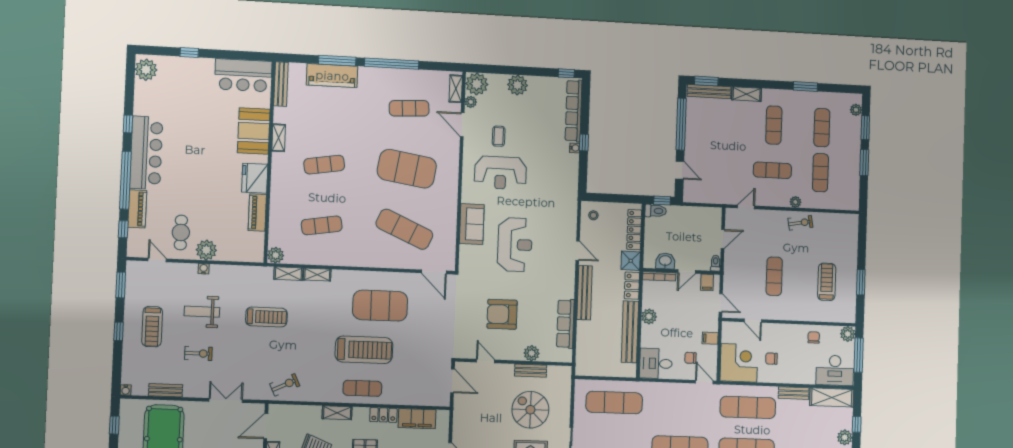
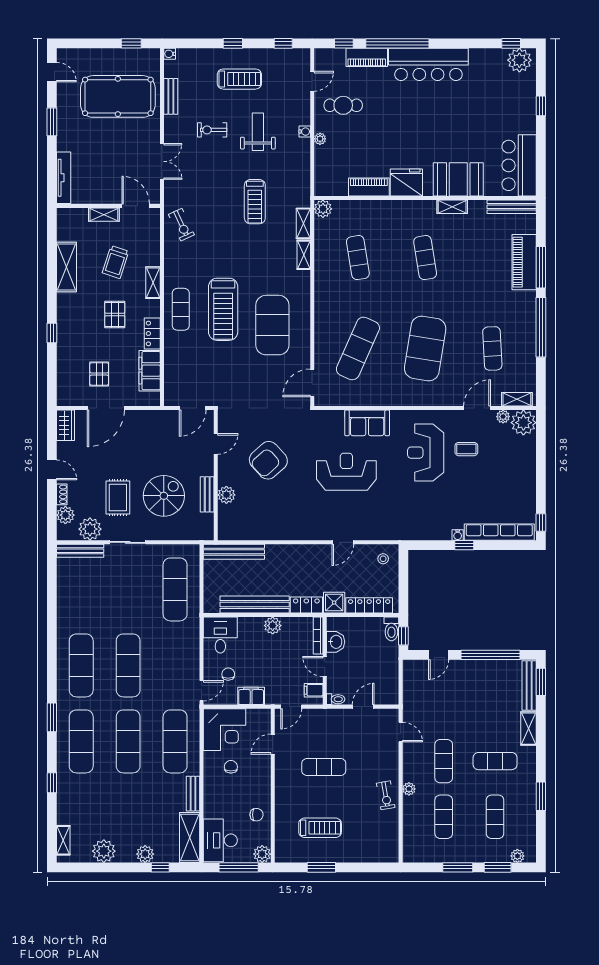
plant: (517, 85) -> (525, 468), removed
window: (128, 124) -> (511, 43), moved
exercise mat: (822, 128) -> (495, 817), turned 90
exercise mat: (820, 173) -> (444, 817), turned 90
door: (723, 239) -> (363, 707), swing flipped
reception desk: (515, 245) -> (346, 472), turned 180
plant: (206, 250) -> (320, 139), width x0.53, depth x0.53
window: (121, 285) -> (283, 43), width x0.67
bench: (585, 293) -> (234, 552), moved
armchair: (502, 314) -> (268, 460), turned -132
row of seats: (565, 324) -> (261, 532), removed
treadmill: (152, 327) -> (239, 79), turned 180
filing cabinet: (710, 338) -> (251, 696), width x2.00
exercise bike: (198, 353) -> (212, 130), turned 90

